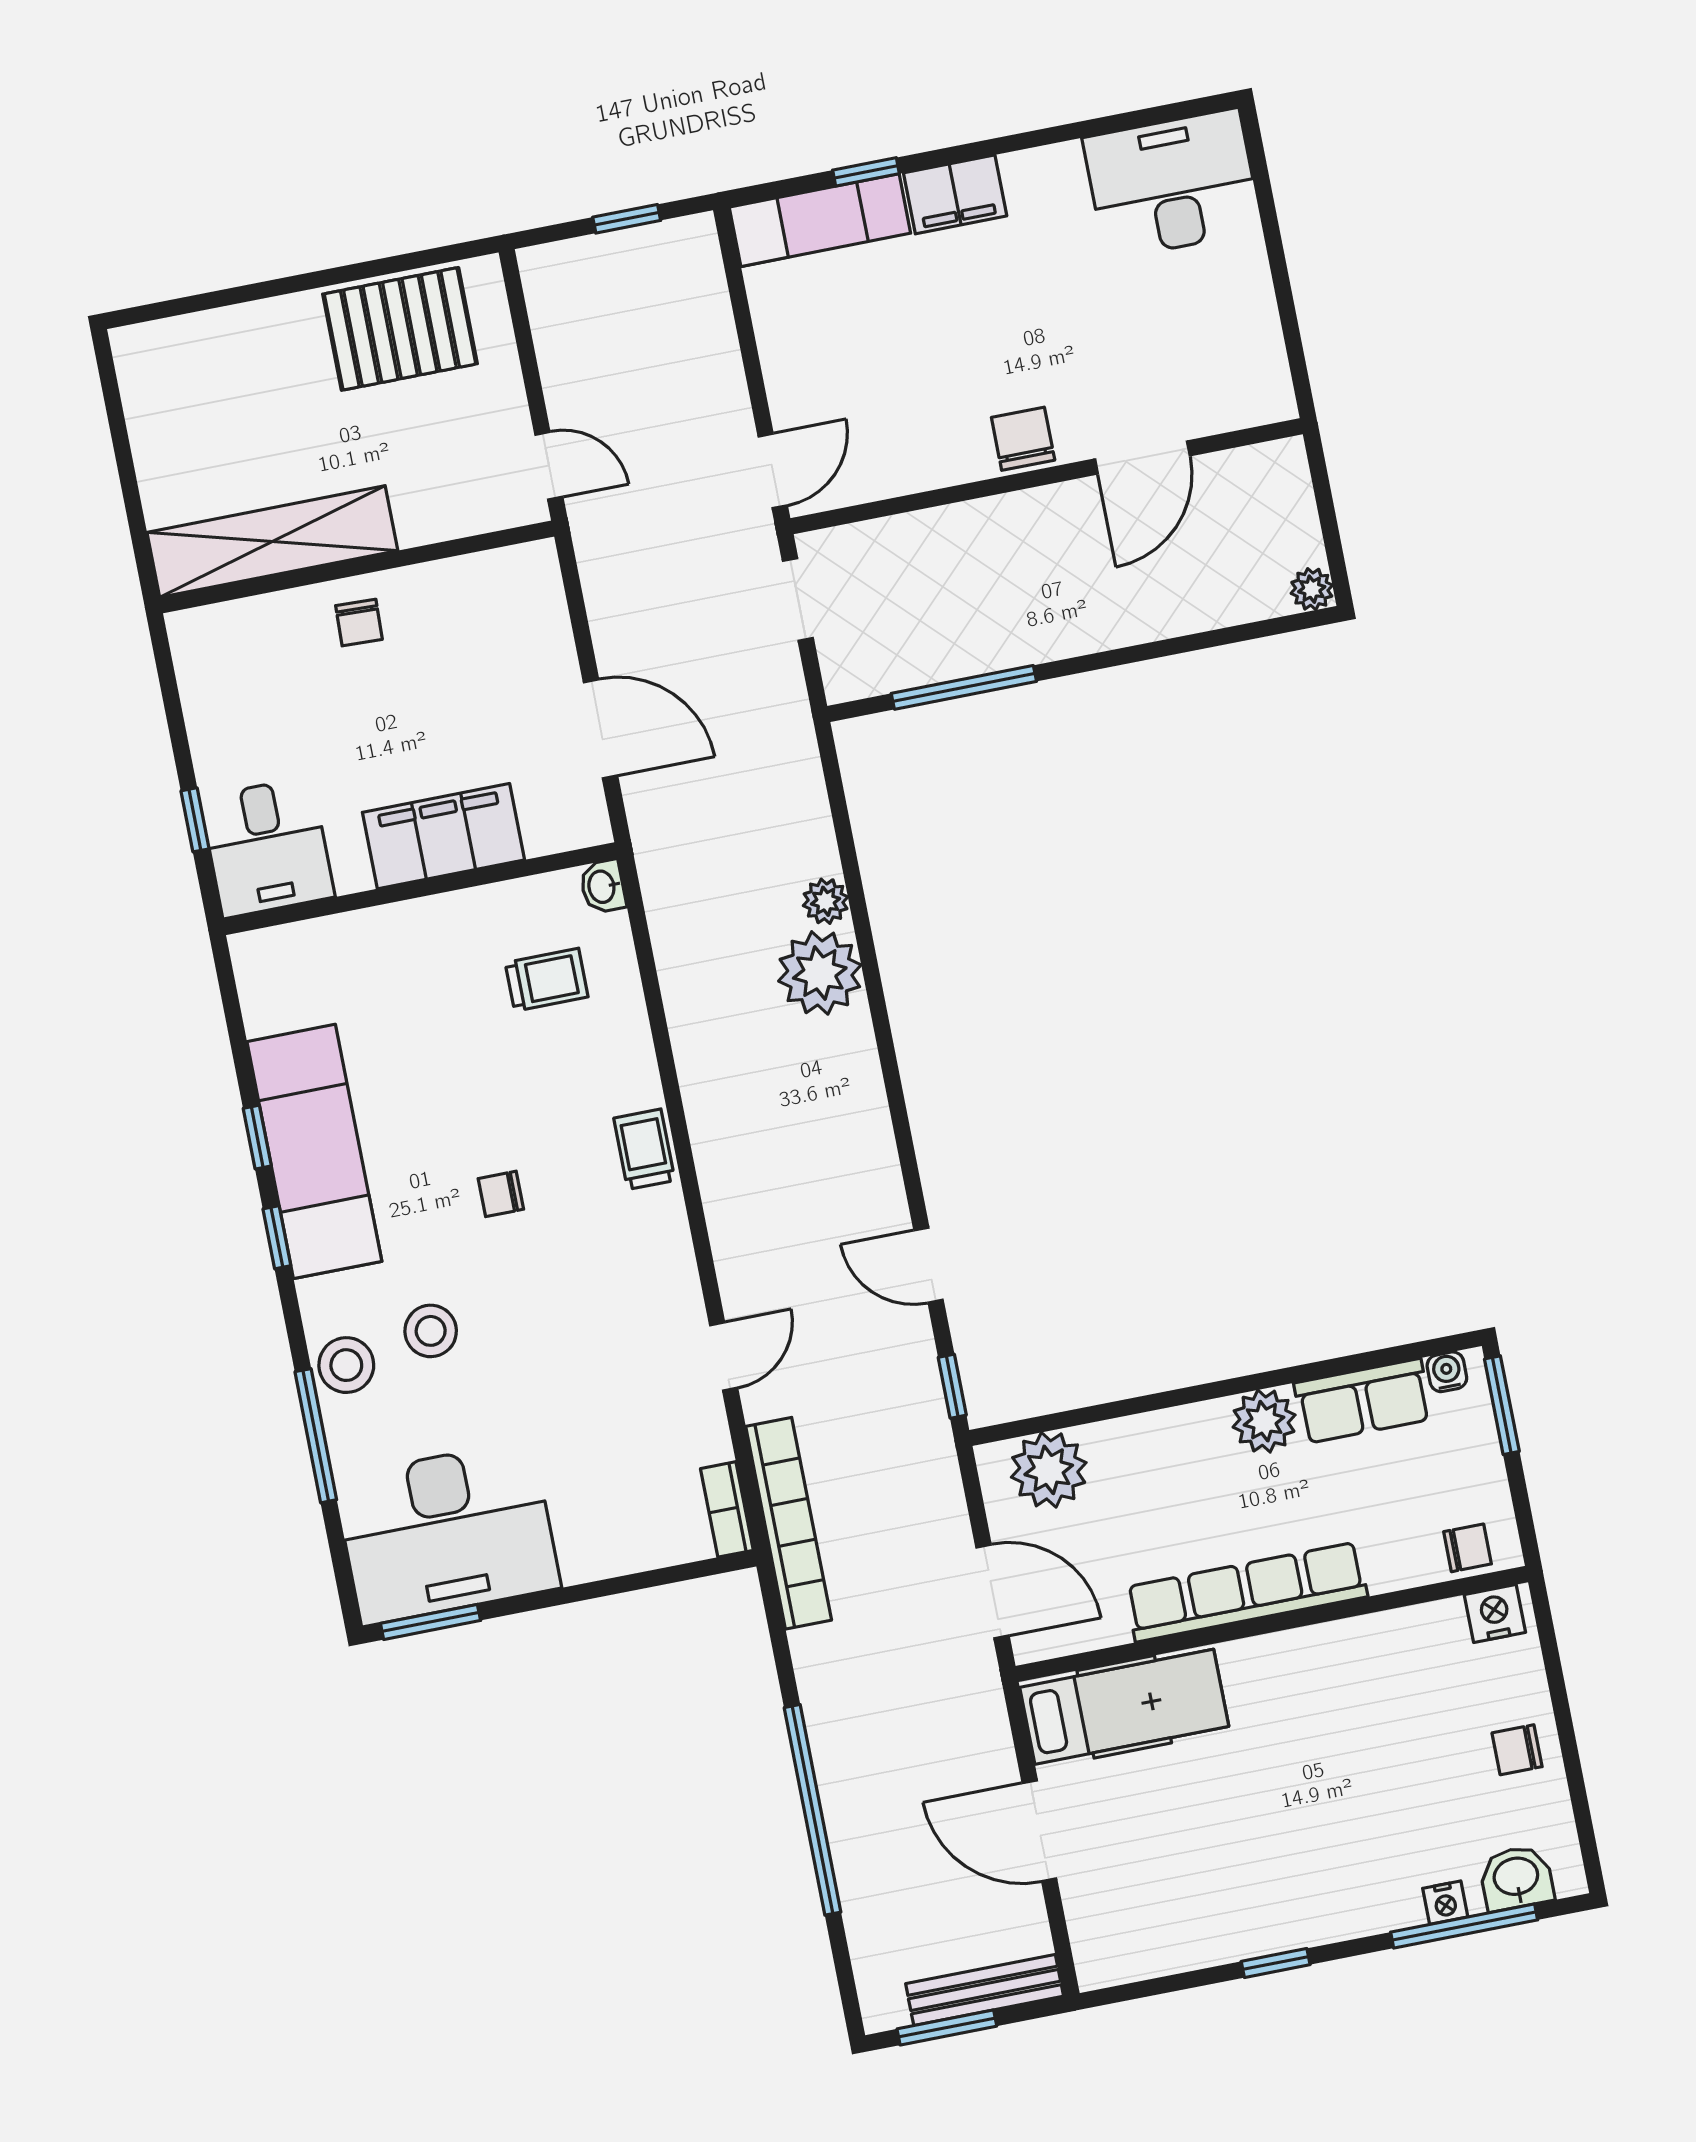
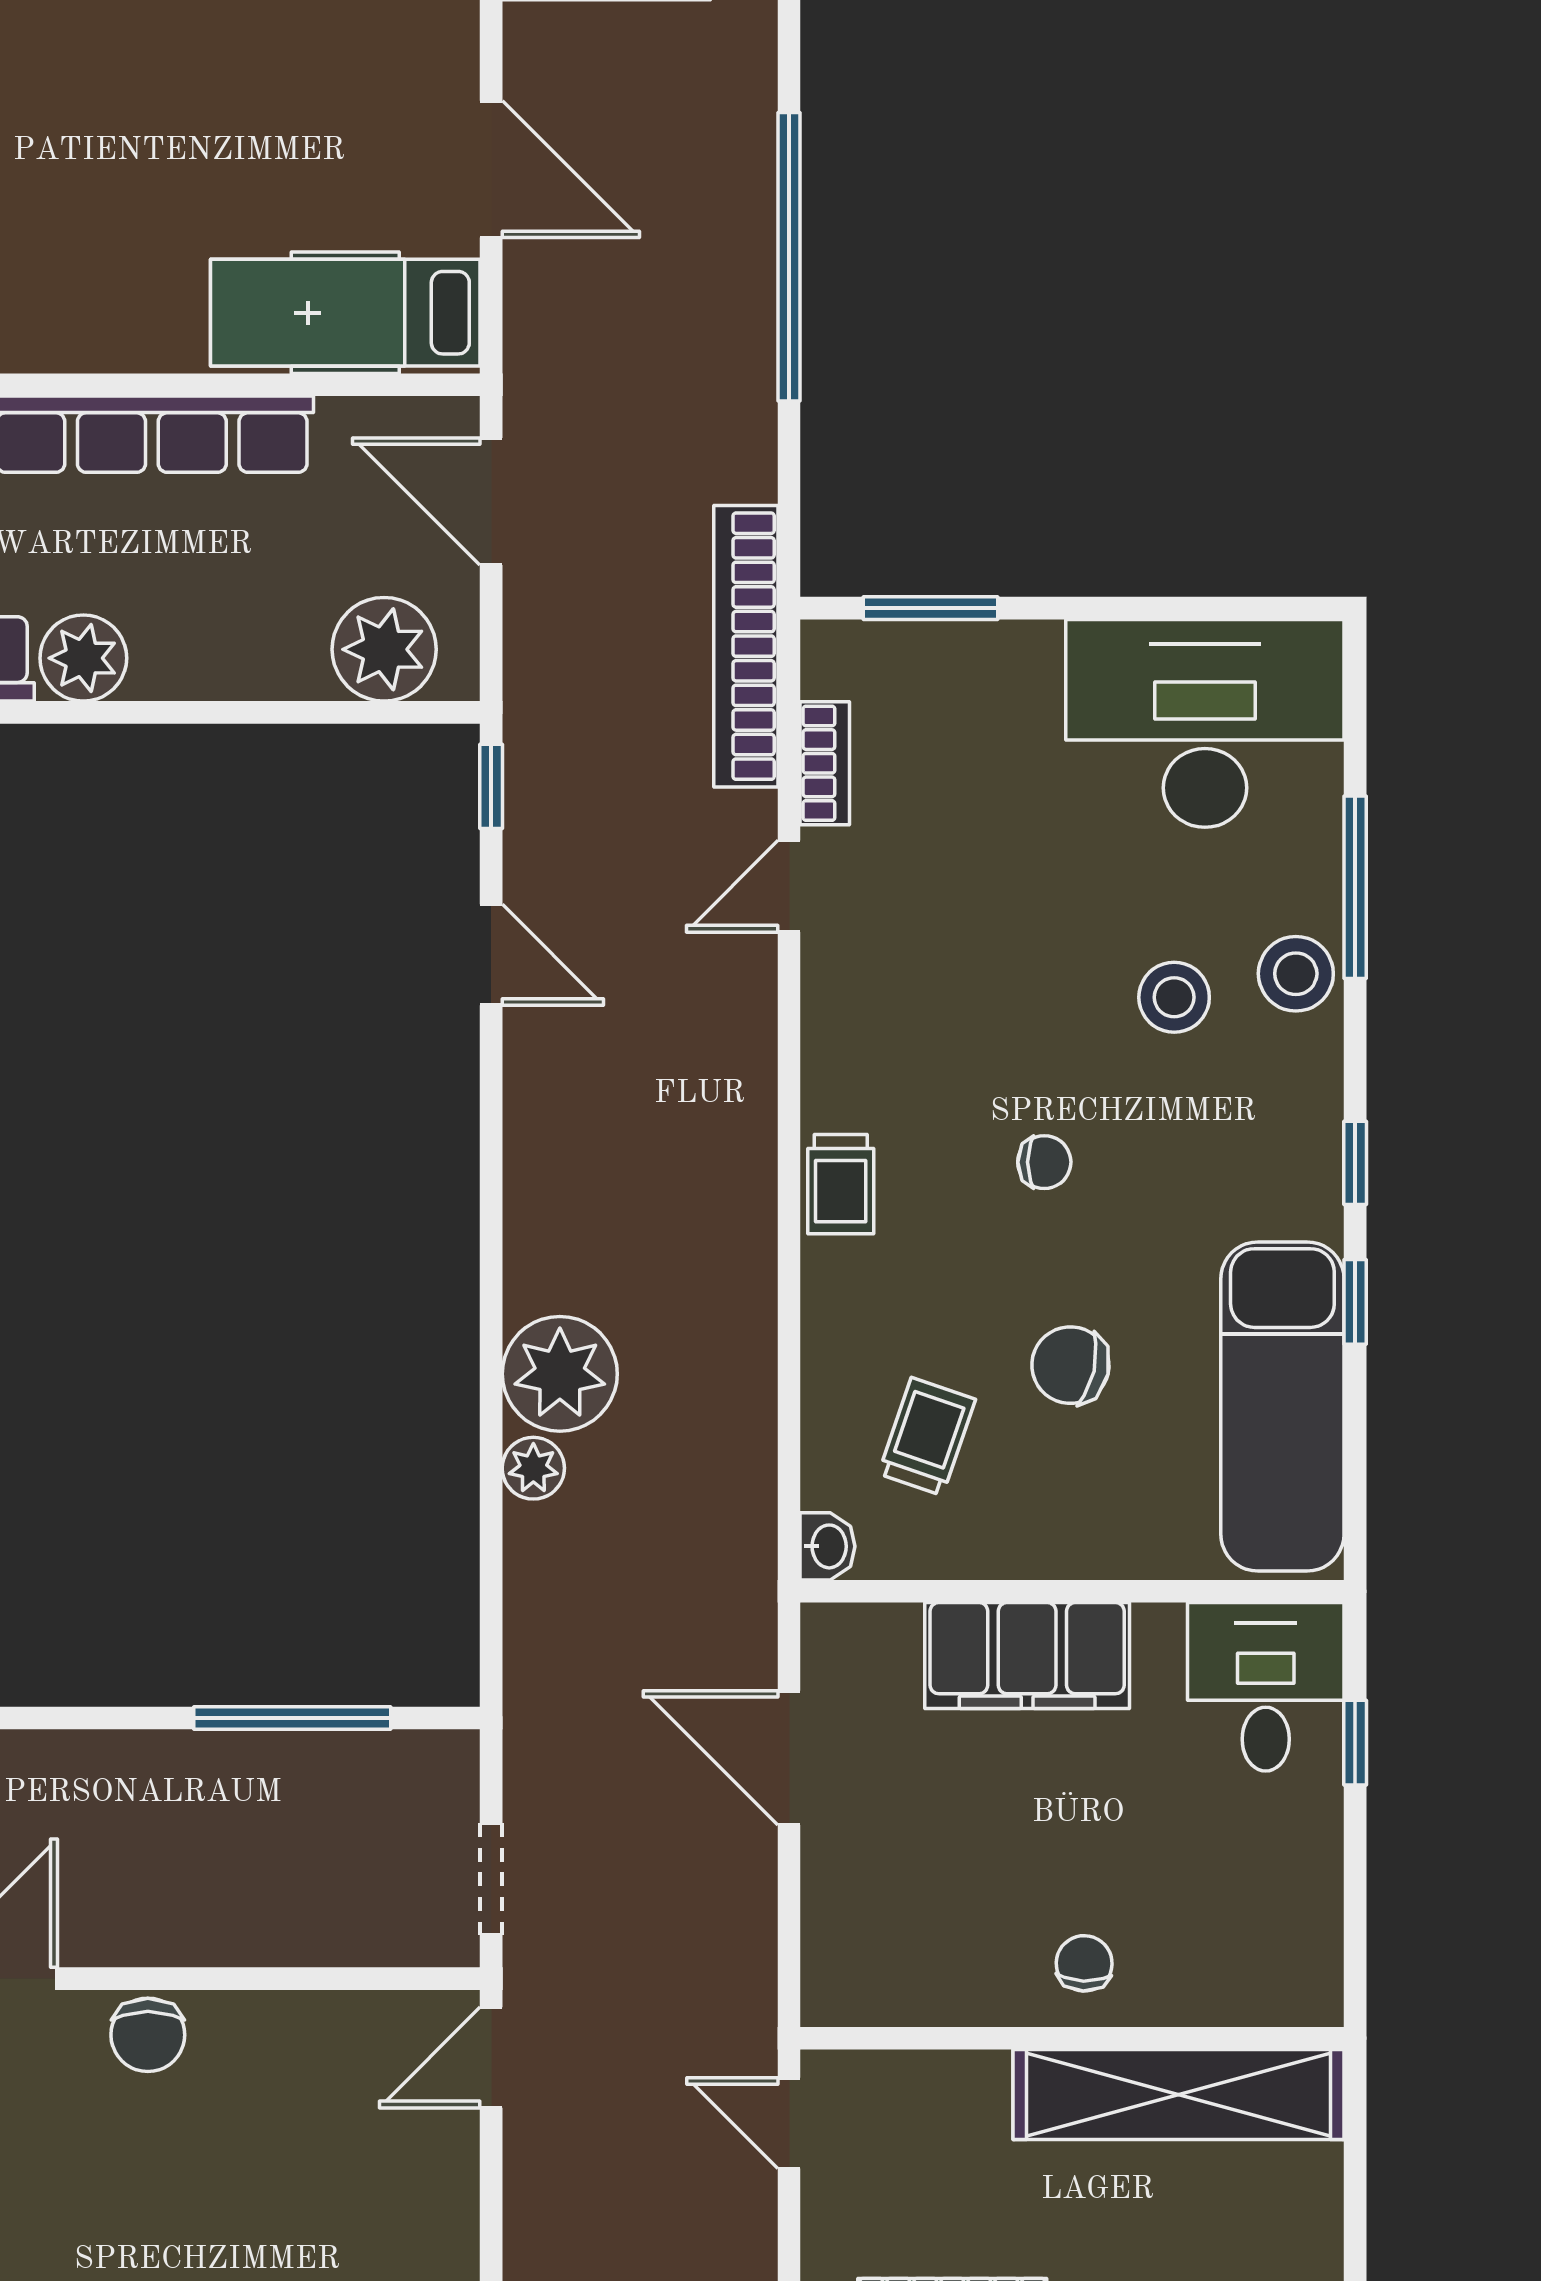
trolley: (547, 980) -> (927, 1437), turned 109
chair: (453, 1051) -> (1070, 1365), added
exam couch: (314, 1151) -> (1282, 1407), moved
bookcase: (727, 1509) -> (825, 763), moved
window: (430, 1622) -> (930, 608), moved

